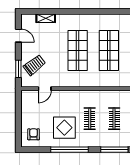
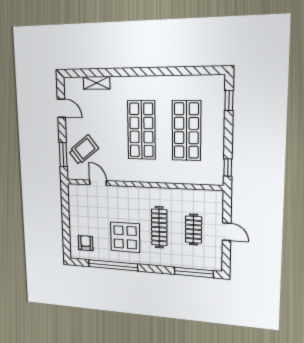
door: (45, 89) -> (98, 183), swing flipped
clothes rail: (90, 119) -> (159, 227), width x1.36
window: (70, 150) -> (113, 265), moved

